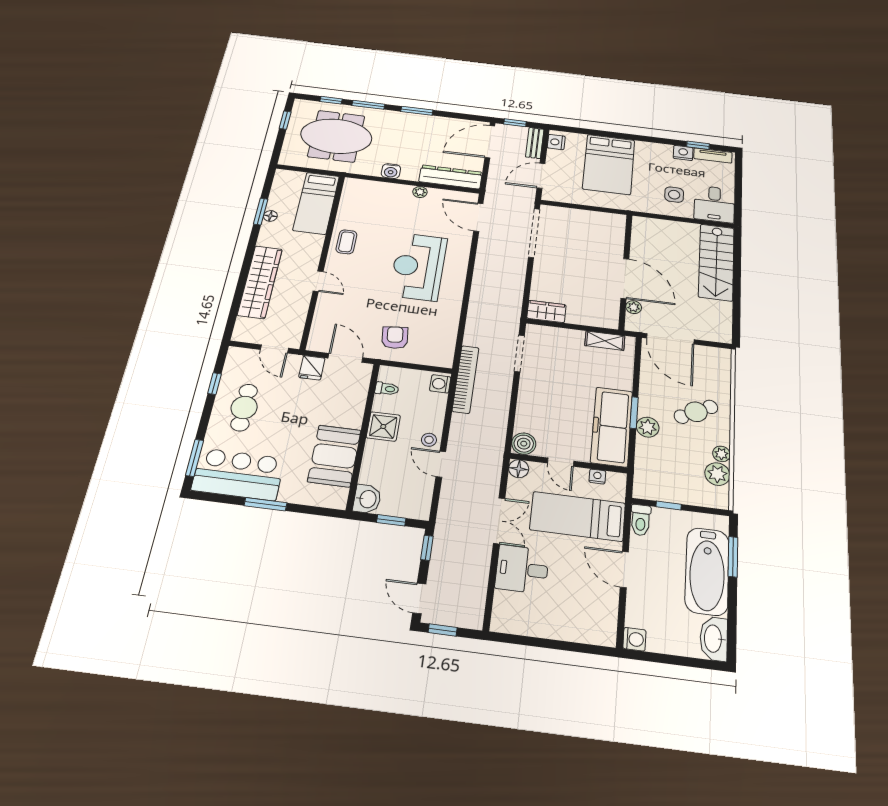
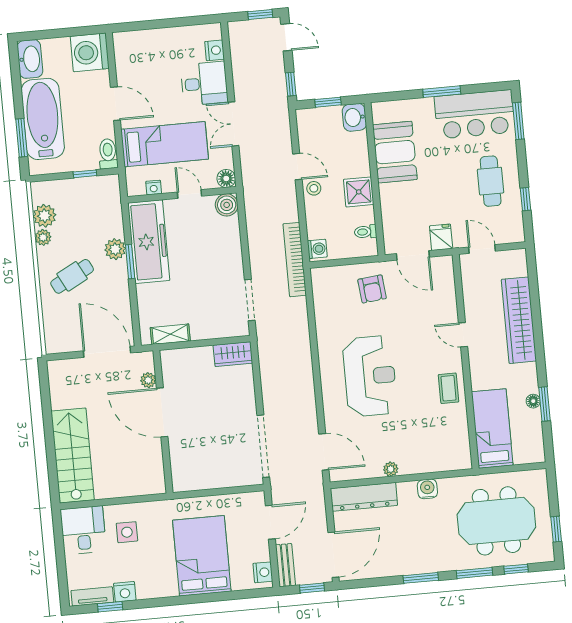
nightstand: (503, 602) -> (215, 50), added
washing machine: (634, 639) -> (90, 52), width x1.89, depth x1.89

